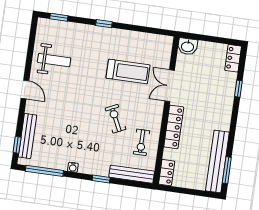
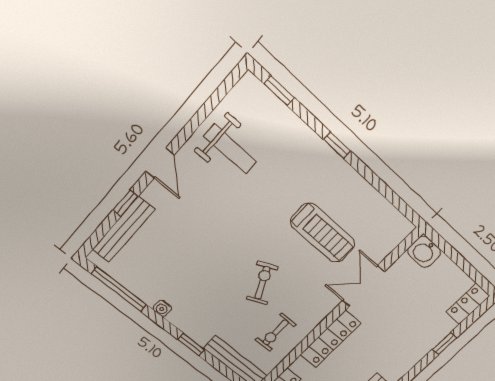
window: (17, 145) -> (126, 203), moved

